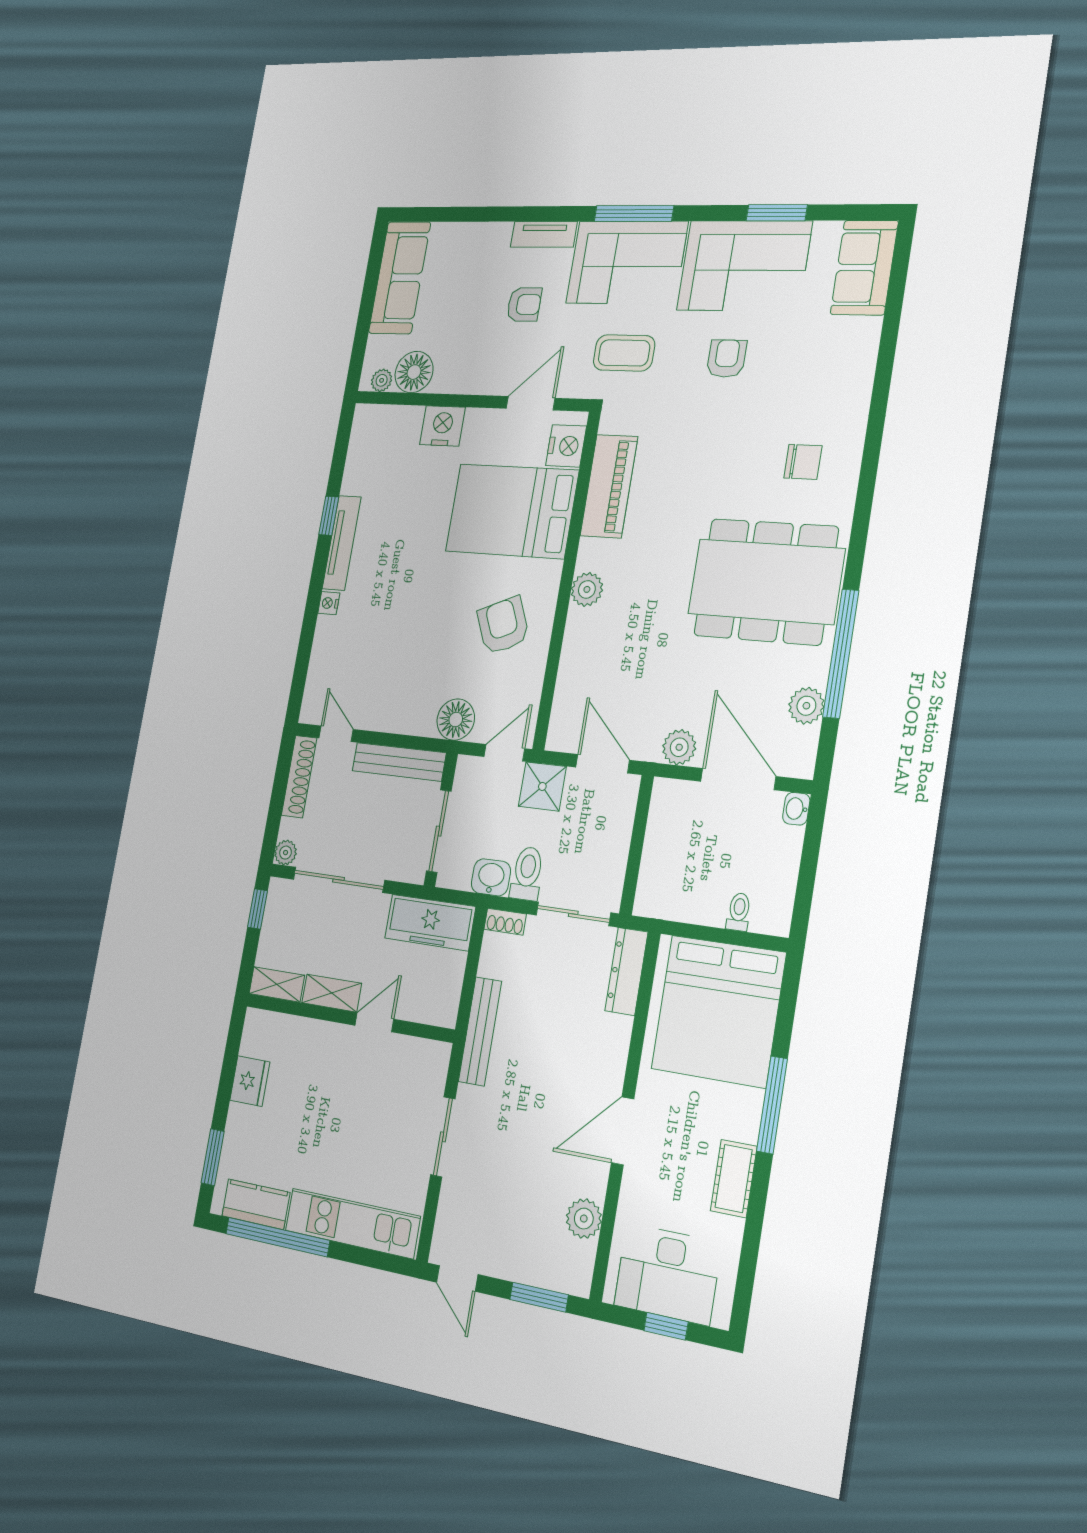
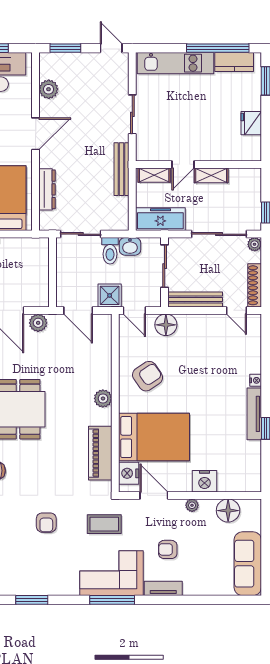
corner sofa: (744, 266) -> (45, 572), removed
plant: (382, 380) -> (192, 505), moved
door: (531, 403) -> (154, 495), swing flipped
armchair: (503, 626) -> (148, 376), turned -100
door: (504, 753) -> (134, 310), hinge flipped
shoe rack: (505, 922) -> (118, 225), removed
dresser: (626, 971) -> (47, 189), moved
shelving: (277, 984) -> (154, 175), moved

